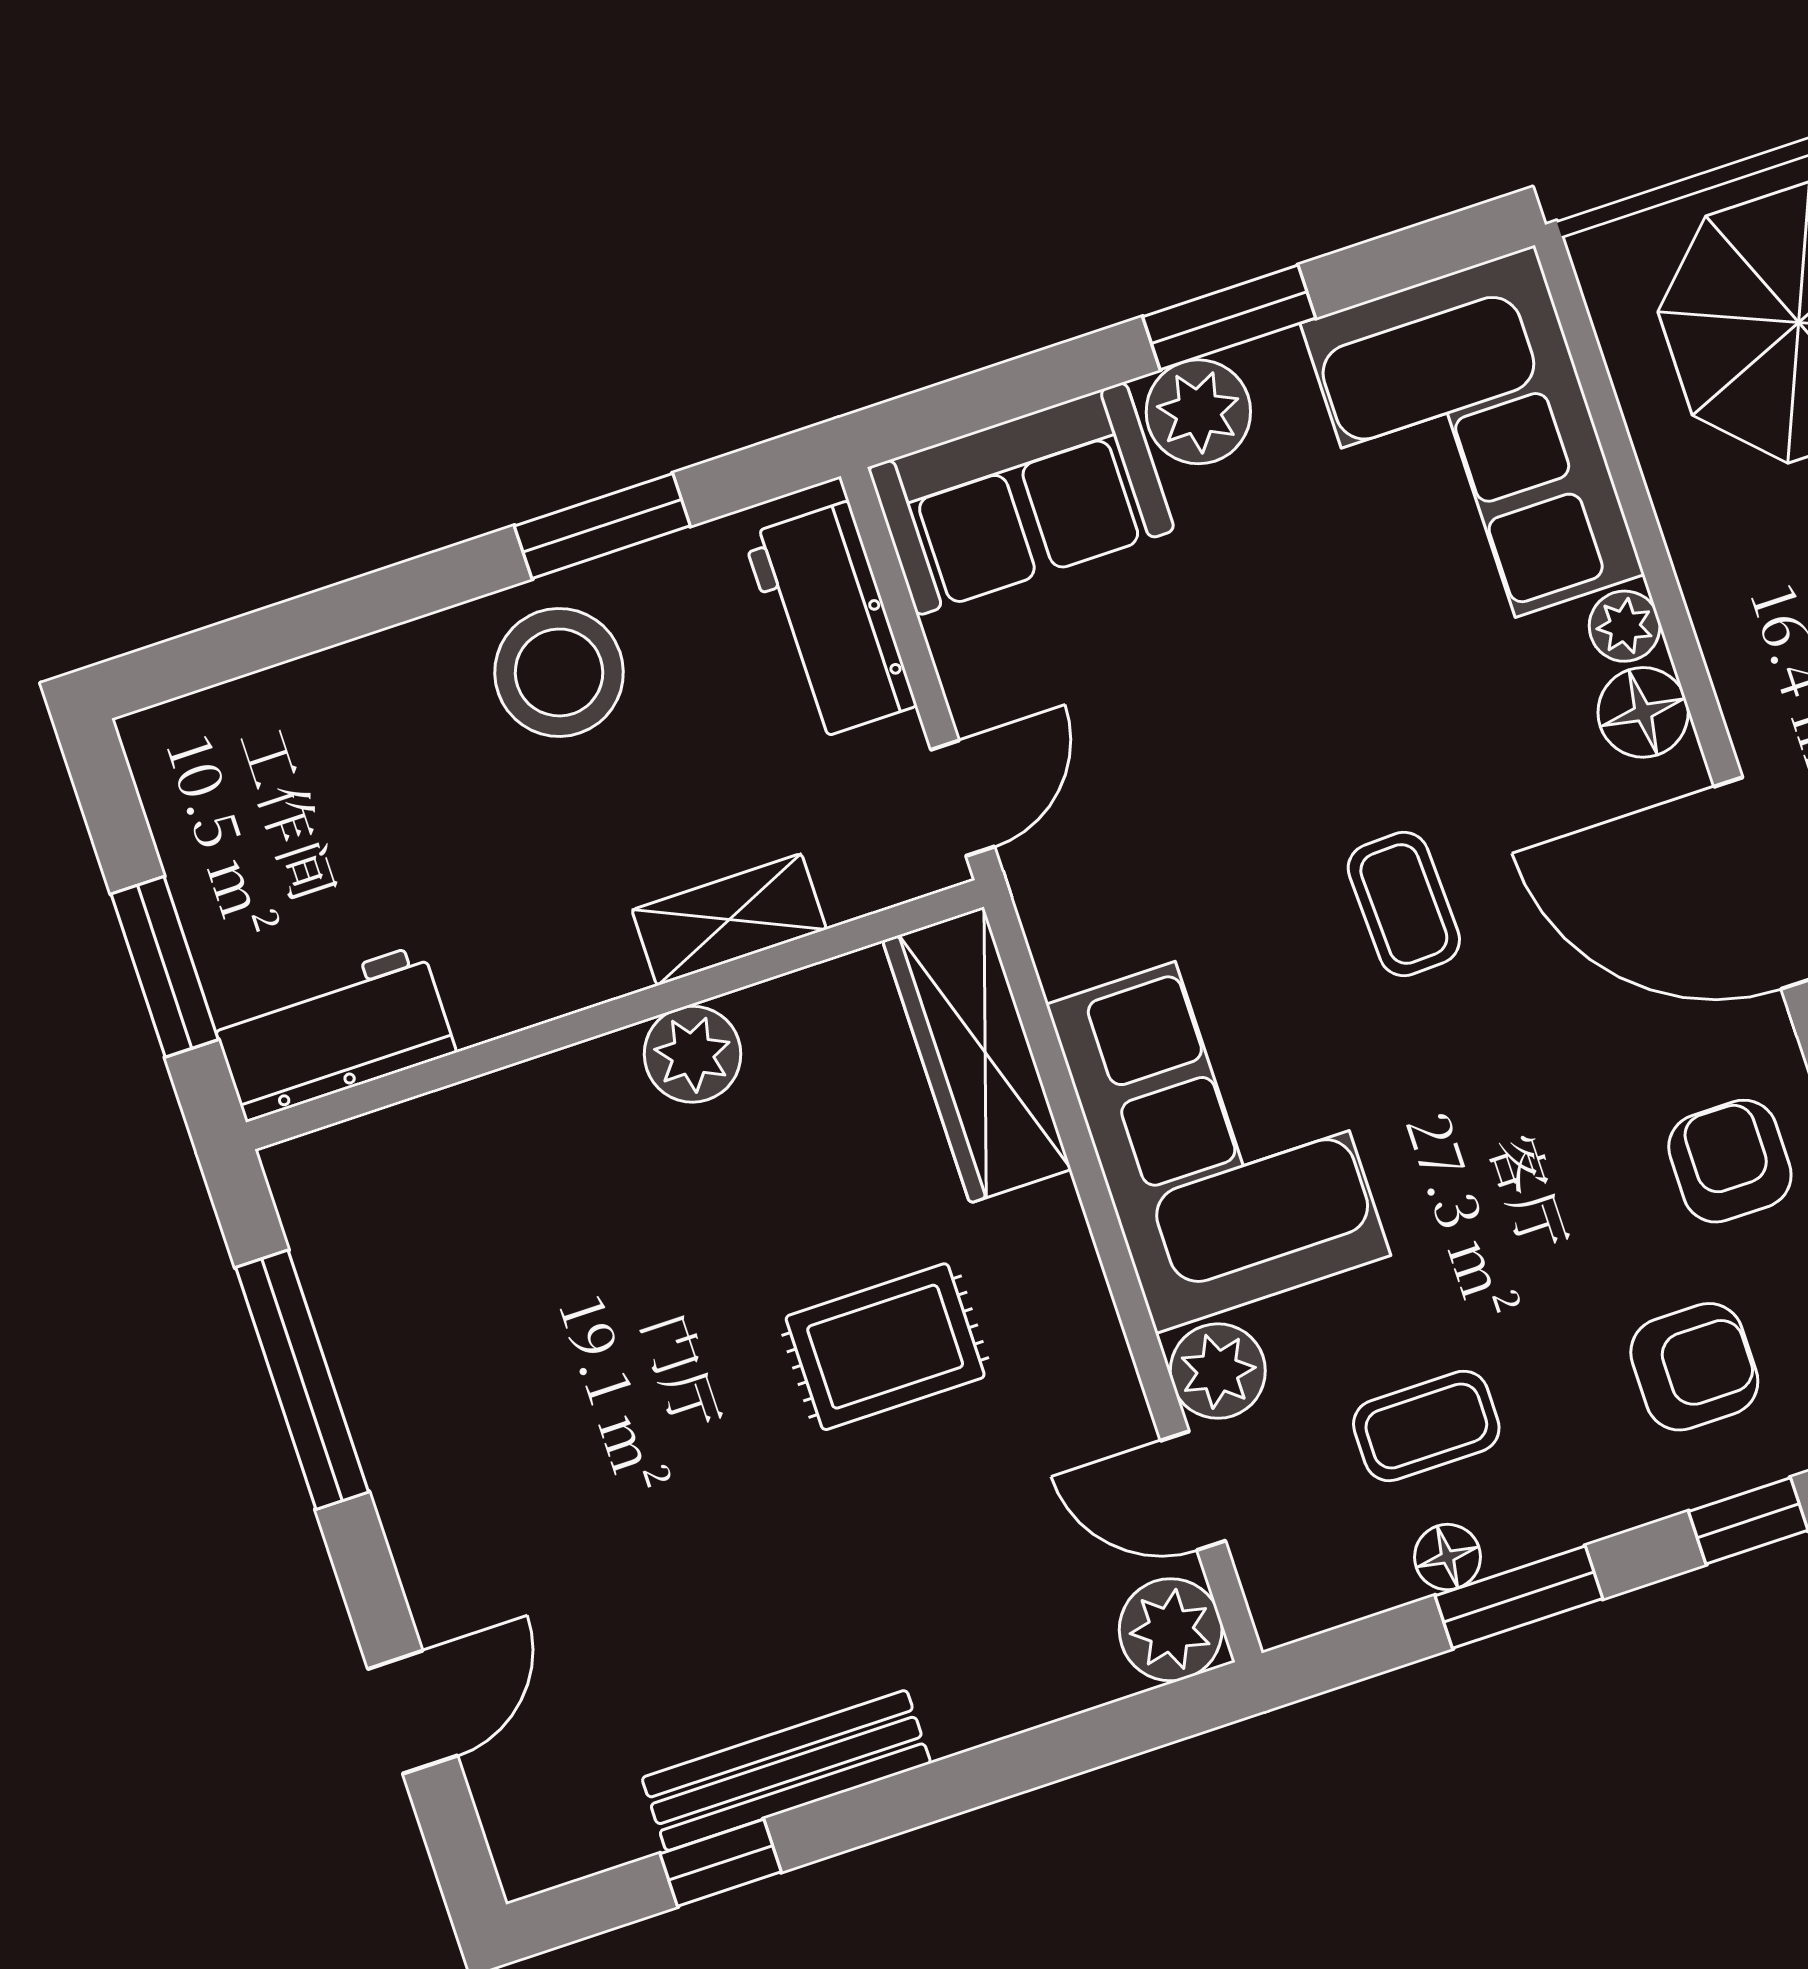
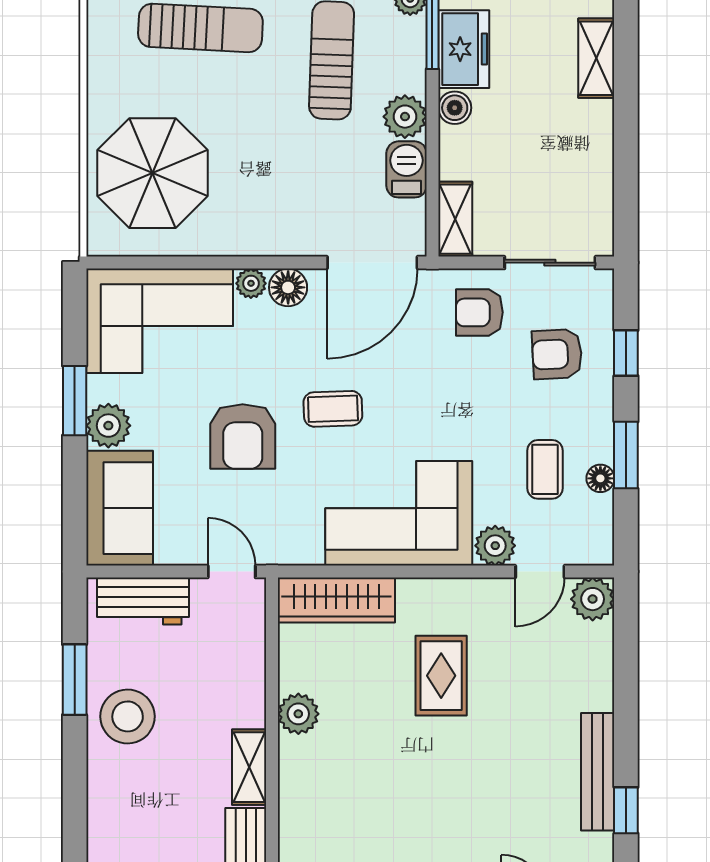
armchair: (1274, 722) -> (243, 436), added
shelving: (729, 920) -> (249, 767), moved
armchair: (1694, 1367) -> (557, 354), turned -93

